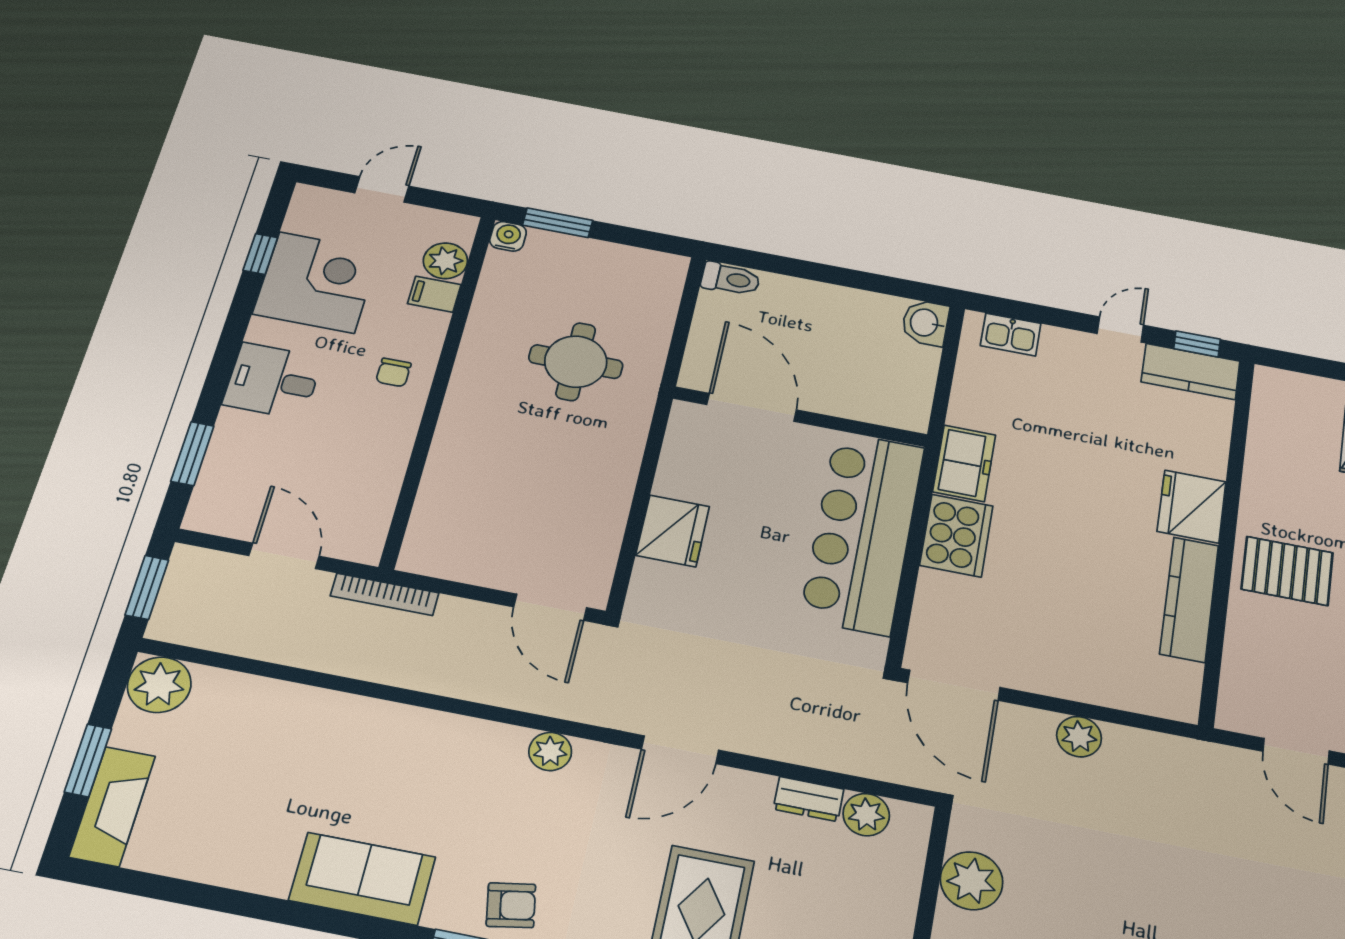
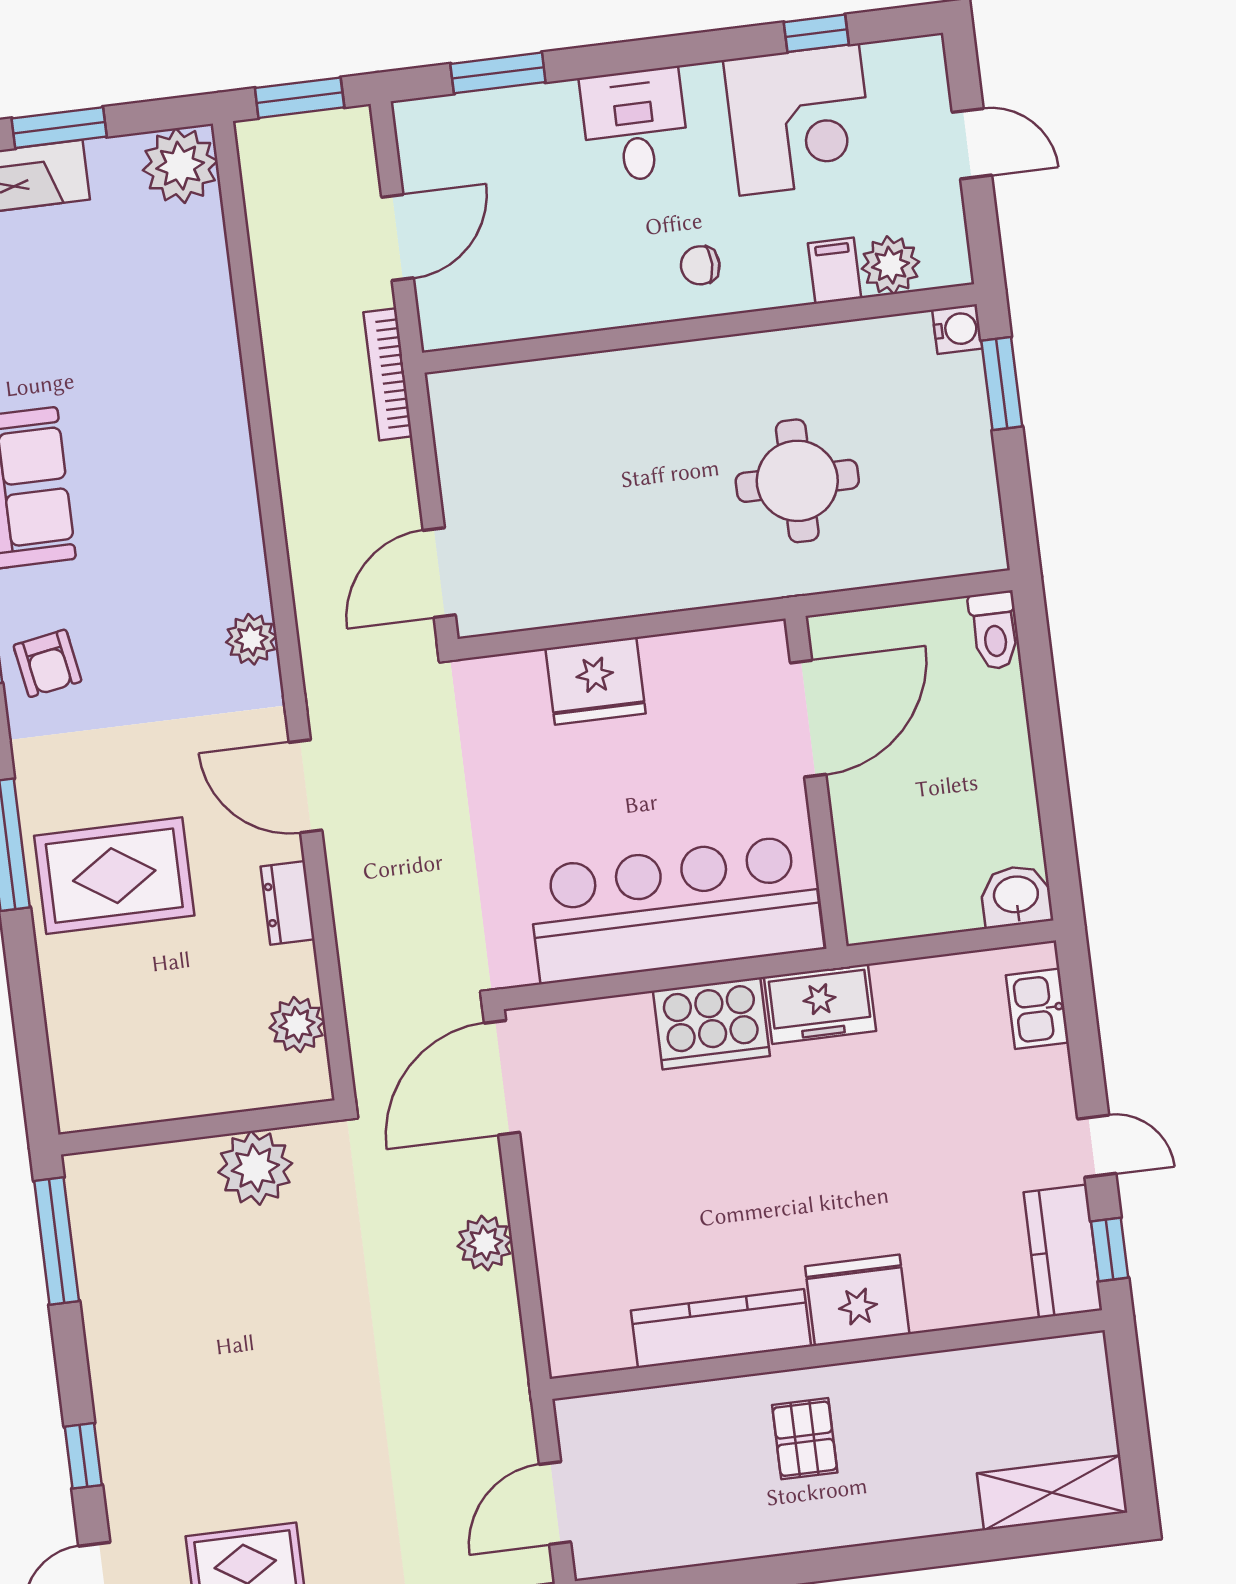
pallet: (1287, 571) -> (805, 1439), width x0.67, depth x0.71
dresser: (809, 799) -> (288, 903), moved

